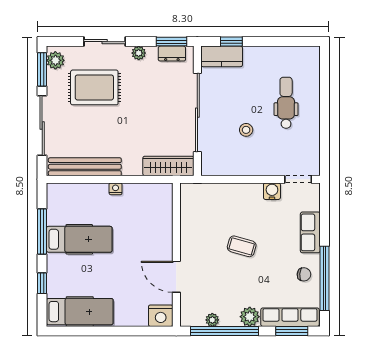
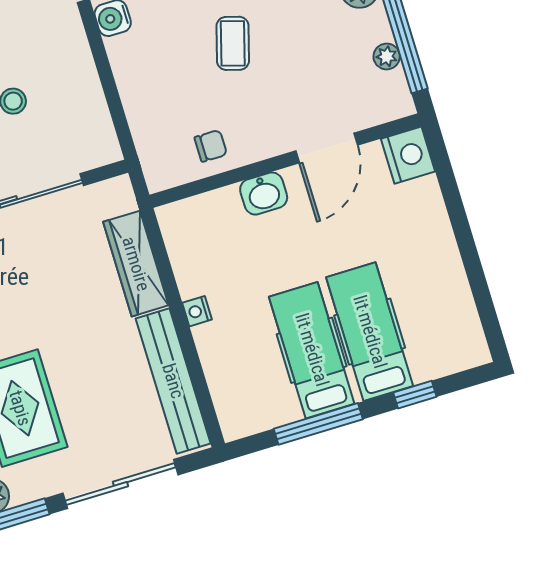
wardrobe: (168, 166) -> (136, 264), moved
chair: (195, 220) -> (211, 146), added
washbasin: (163, 239) -> (264, 194), added
hospital bed: (80, 312) -> (370, 332), moved

